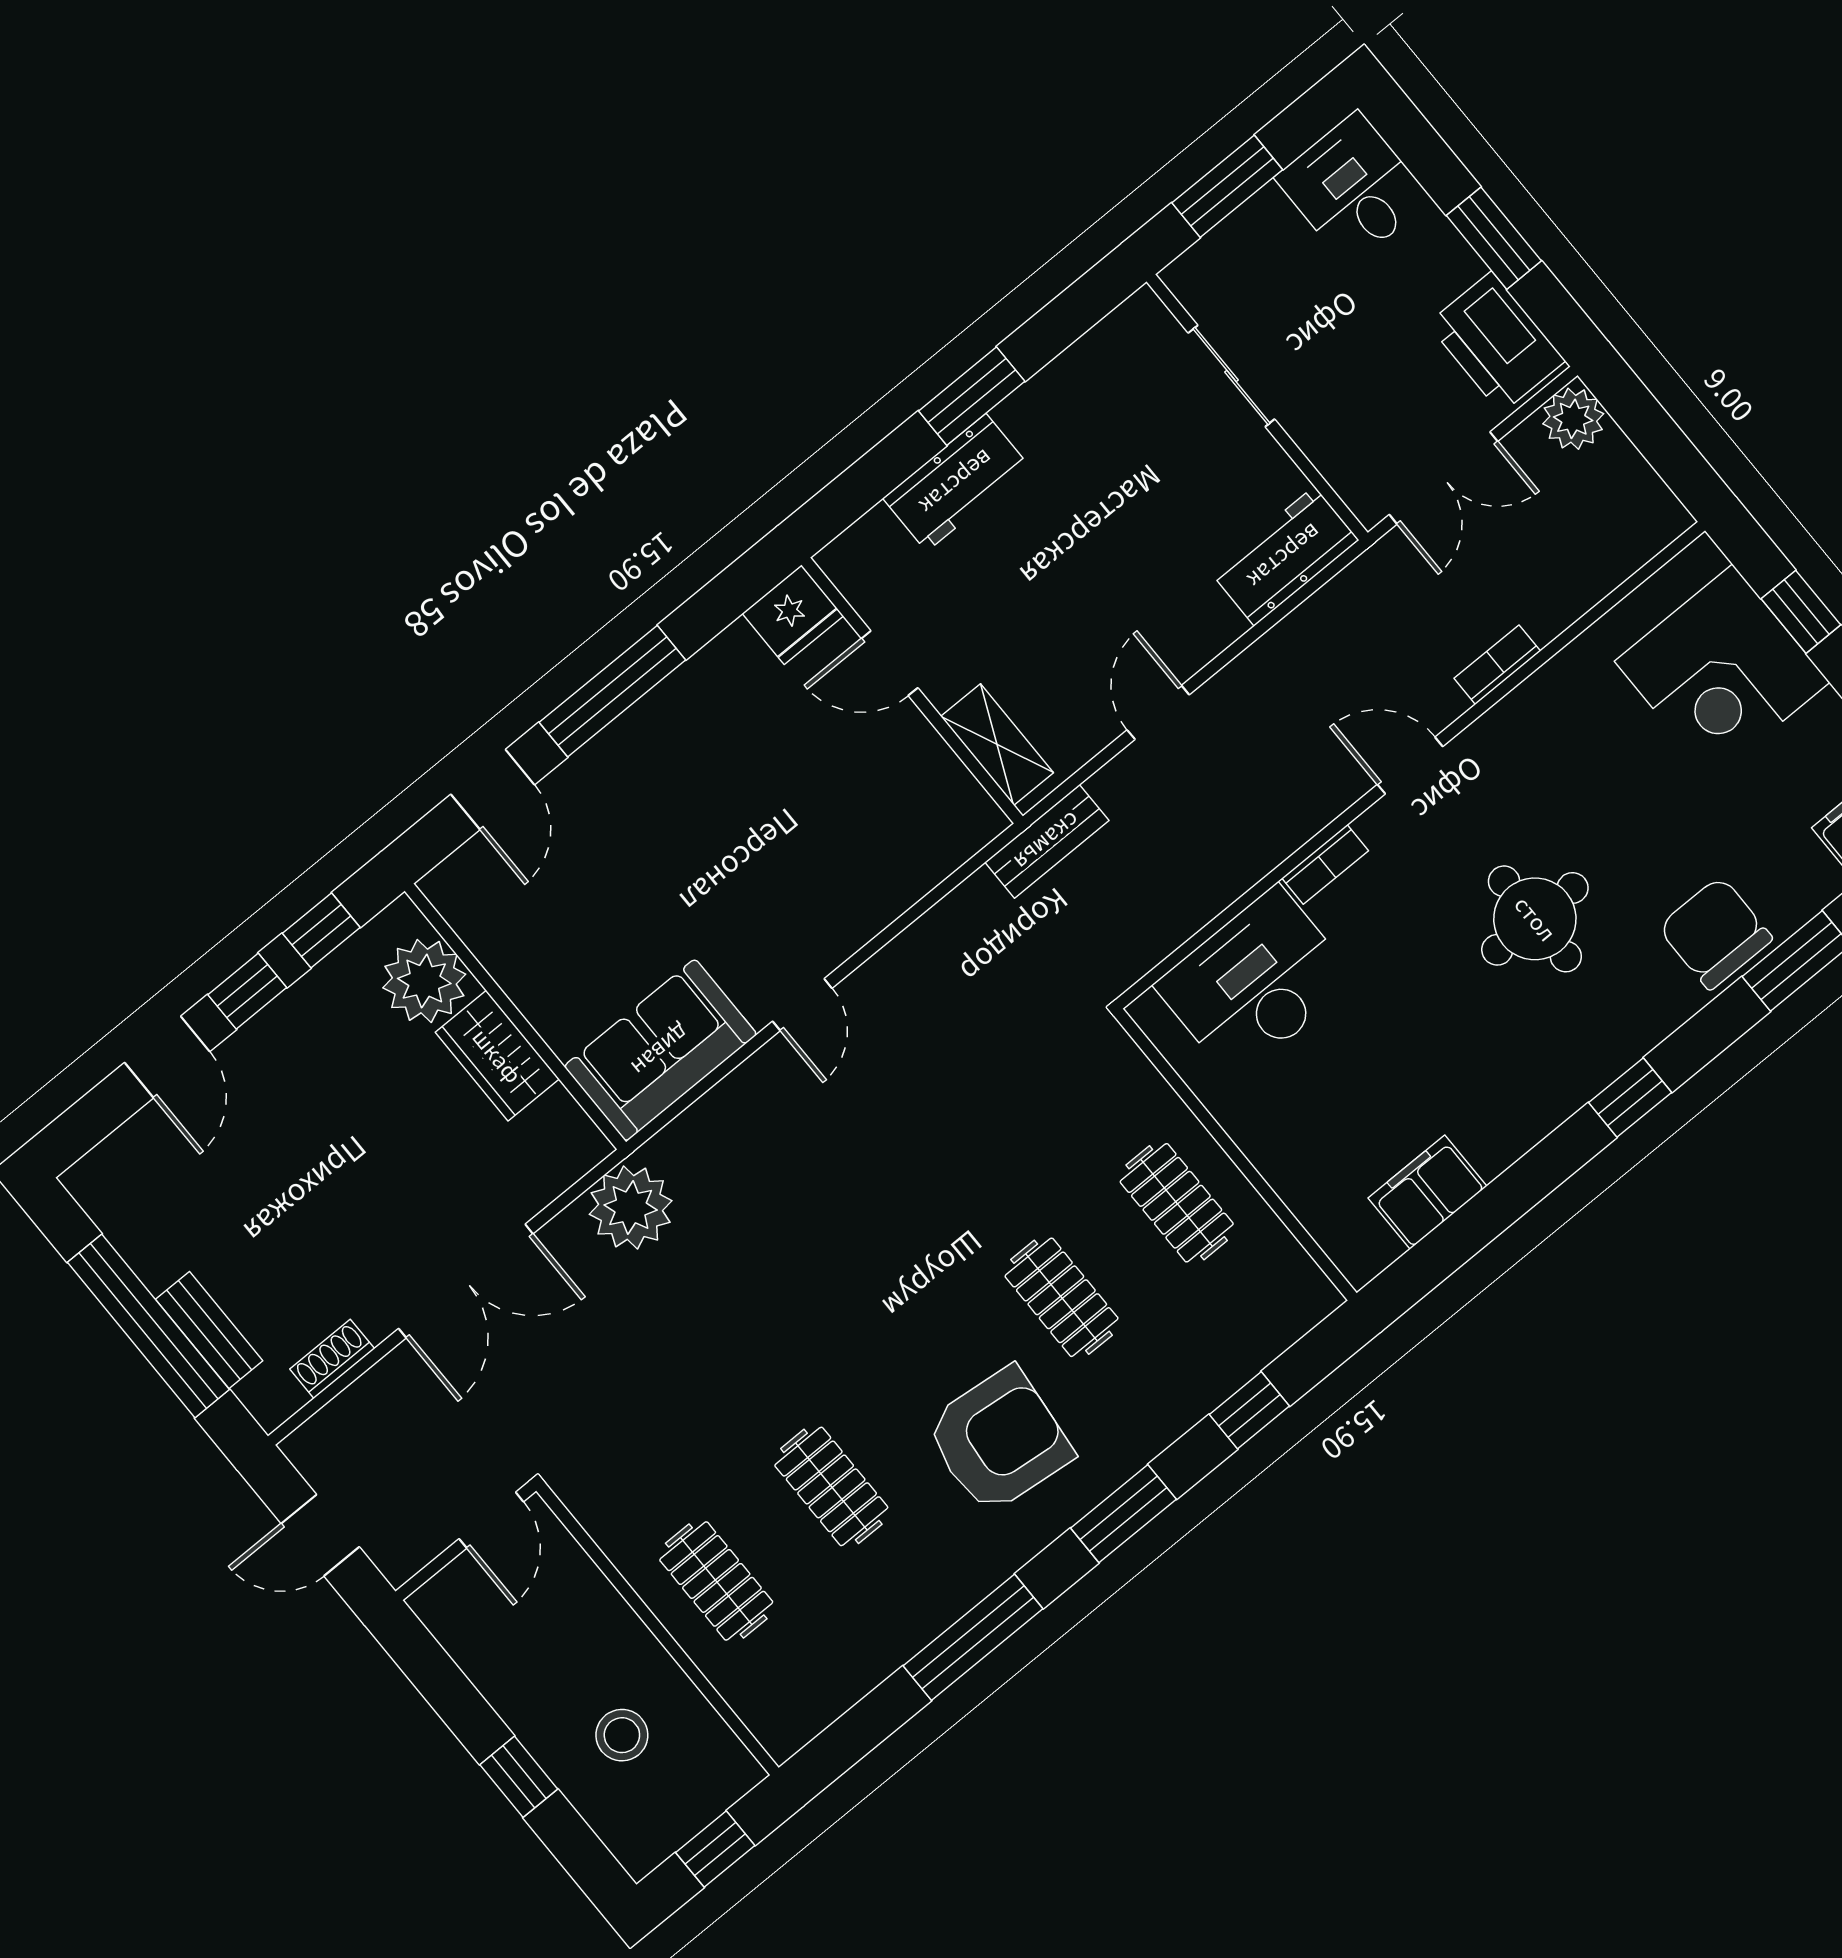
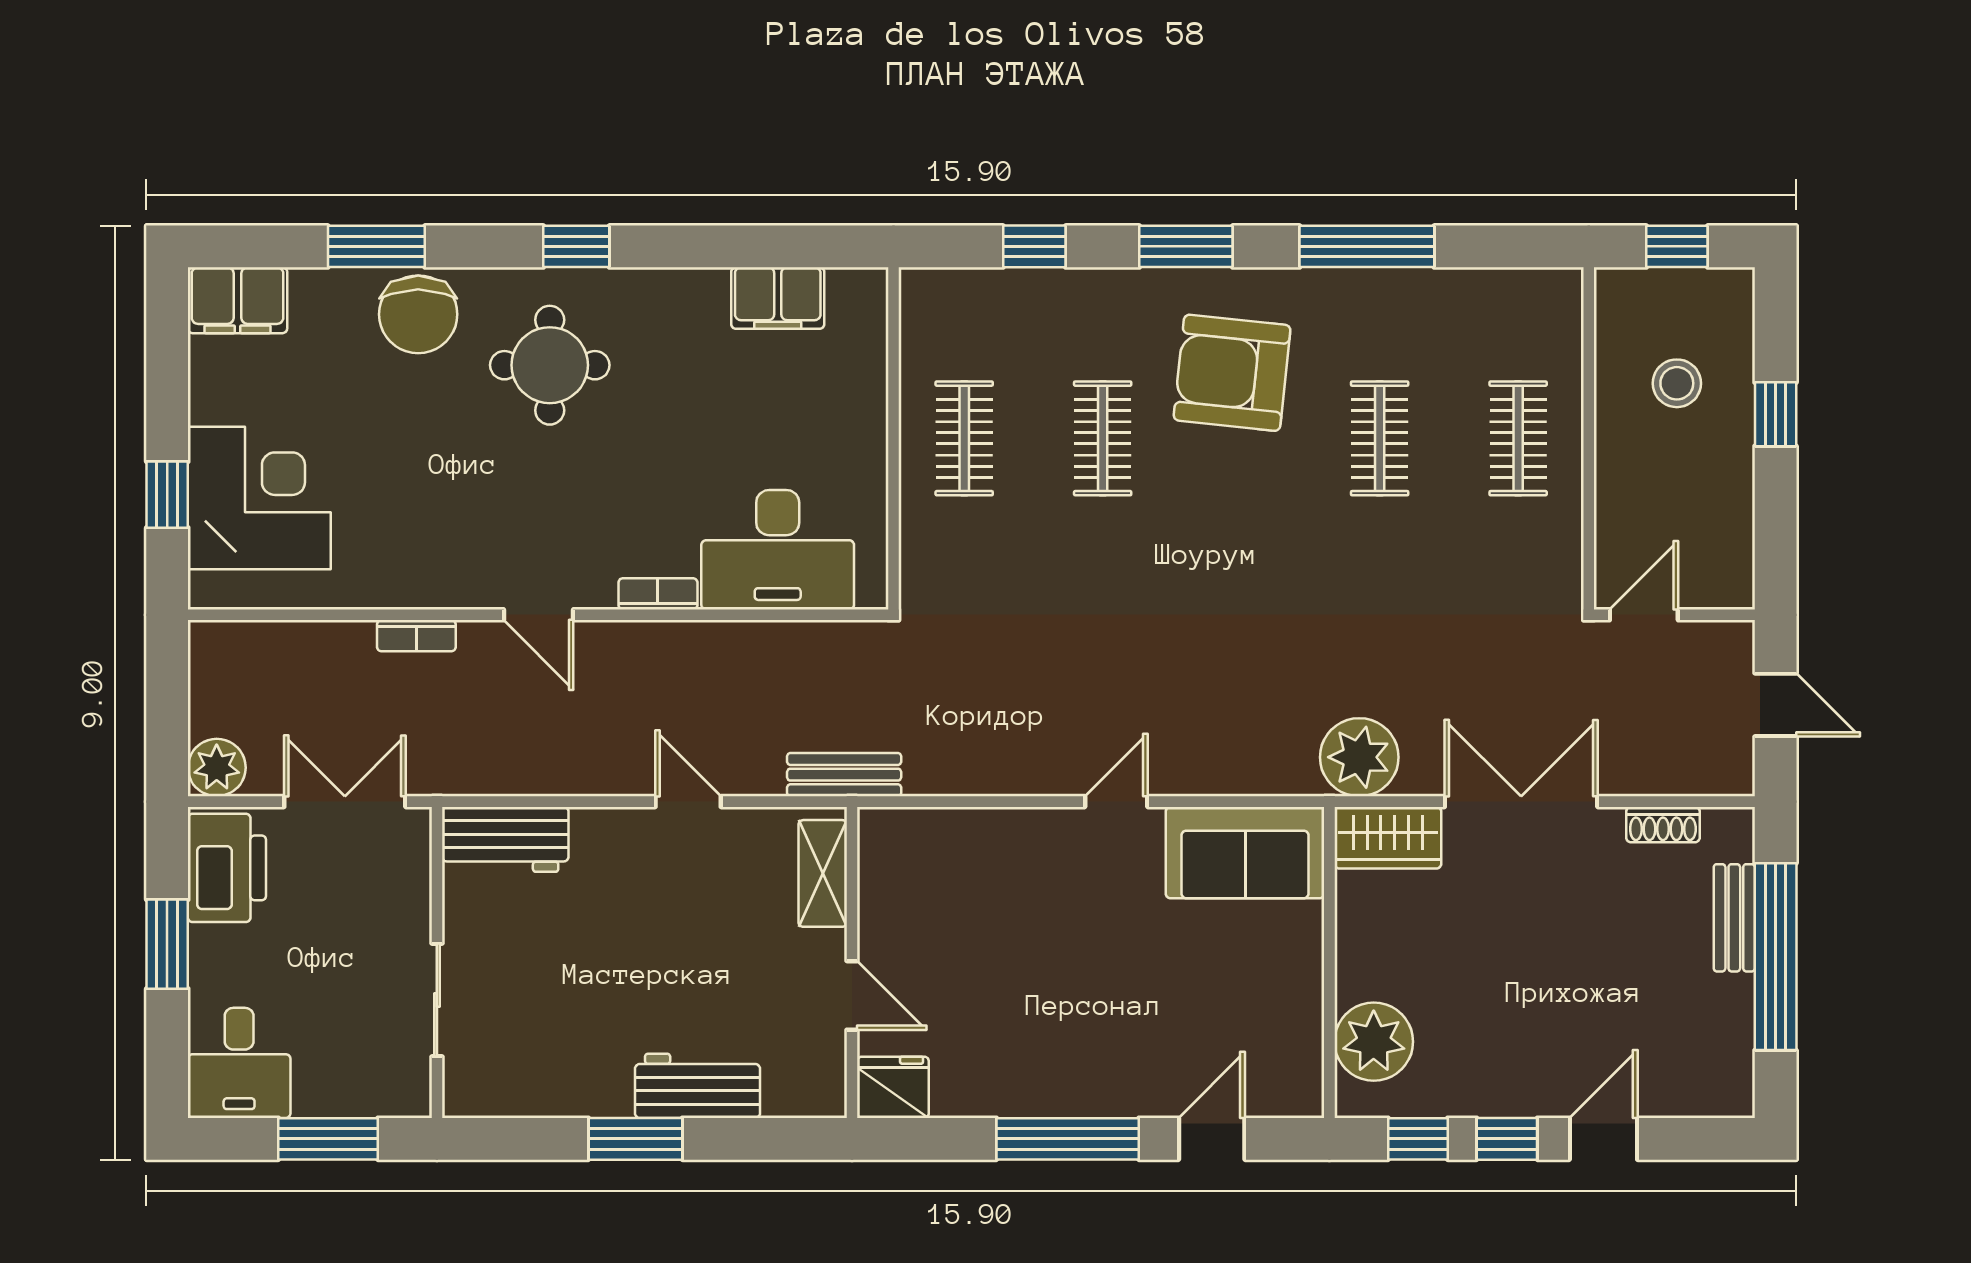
door: (1158, 712) -> (688, 802), swing flipped
round table: (1535, 919) -> (550, 365), moved
wardrobe: (497, 1056) -> (1388, 838), moved, turned 90

